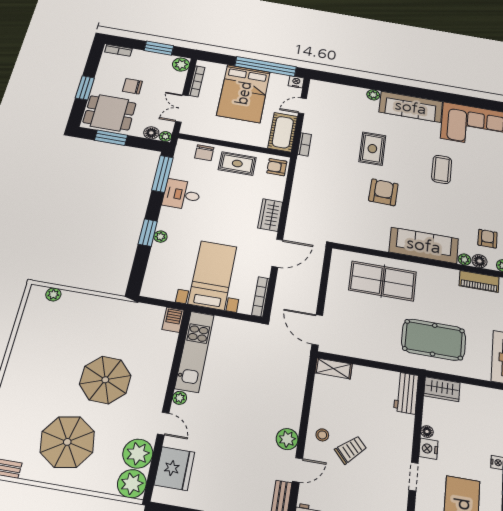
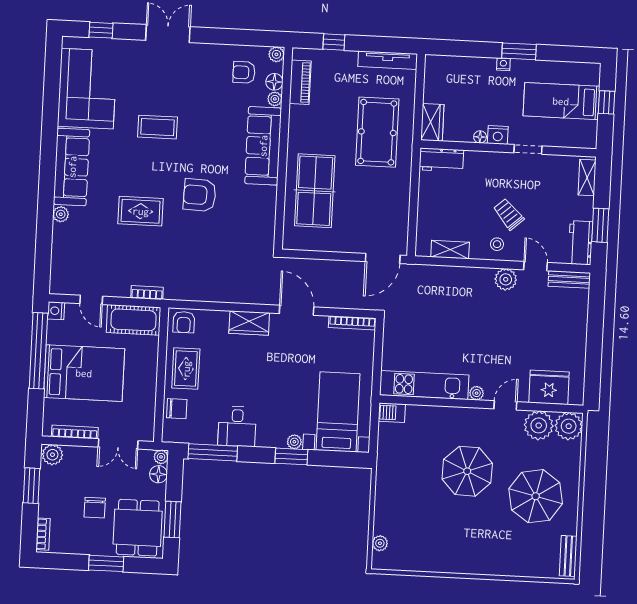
bed with nightstands: (212, 275) -> (338, 412), moved, turned 90
shelving: (333, 368) -> (450, 250), moved, turned 90

